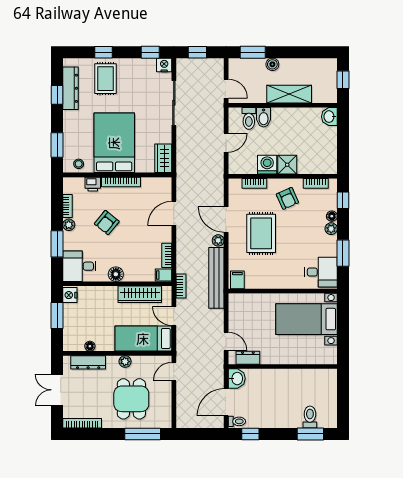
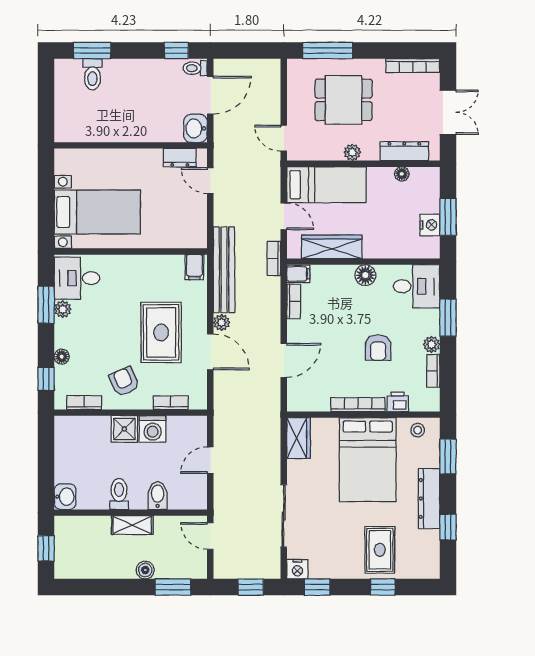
dresser: (70, 88) -> (429, 498), moved
shelving: (289, 94) -> (132, 525), width x0.67, depth x0.75
toilet: (249, 118) -> (119, 494), moved
armchair: (107, 223) -> (378, 348), turned 141
plant: (331, 229) -> (63, 309), moved
nightstand: (70, 295) -> (430, 225), moved
door: (174, 372) -> (284, 138), swing flipped
dining table: (131, 399) -> (344, 100), turned 90

